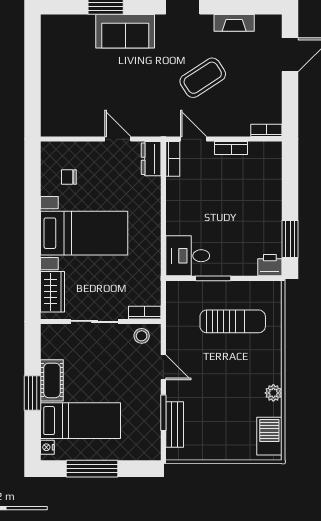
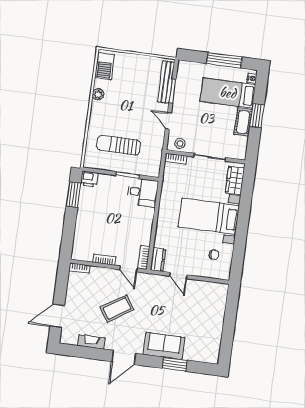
bench: (175, 424) -> (166, 82), width x1.36

